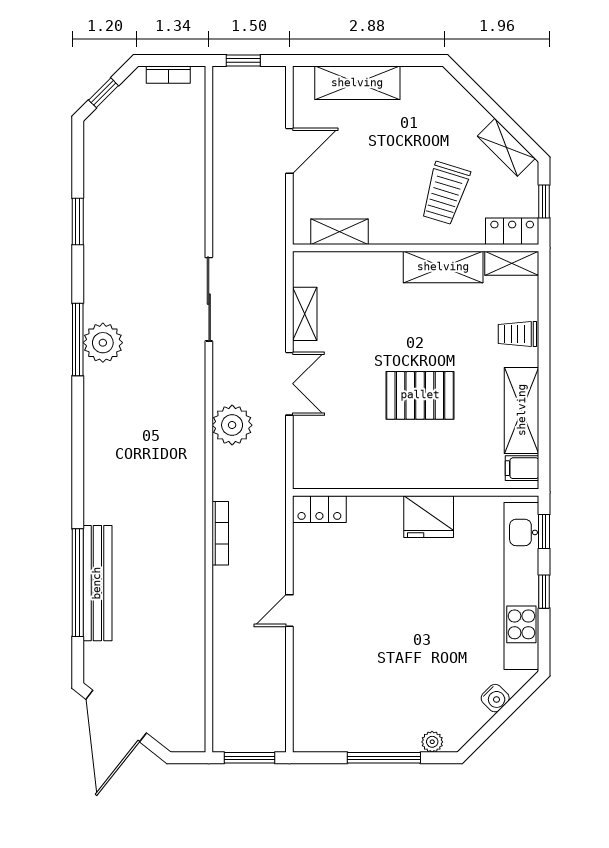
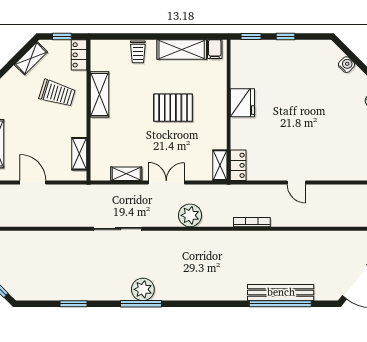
shelving: (512, 263) -> (220, 165), moved
pallet: (420, 395) -> (173, 108), turned 90
kitchen unit: (521, 586) -> (282, 50), removed

